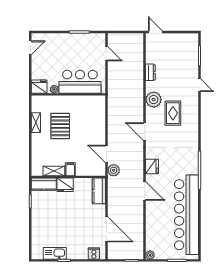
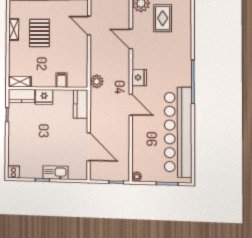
door: (106, 154) -> (89, 26), moved
filing cabinet: (70, 169) -> (61, 80), moved
shelving: (54, 171) -> (20, 82), moved
kitchen sink: (55, 253) -> (56, 173), moved
cooker: (94, 254) -> (13, 172), moved

